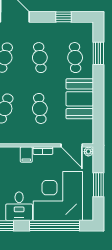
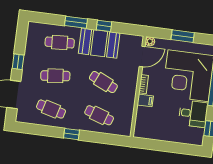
window: (63, 17) -> (18, 62), moved
window: (98, 53) -> (76, 22), moved
window: (98, 101) -> (104, 26), added
cafe table: (40, 108) -> (103, 82), turned 30

